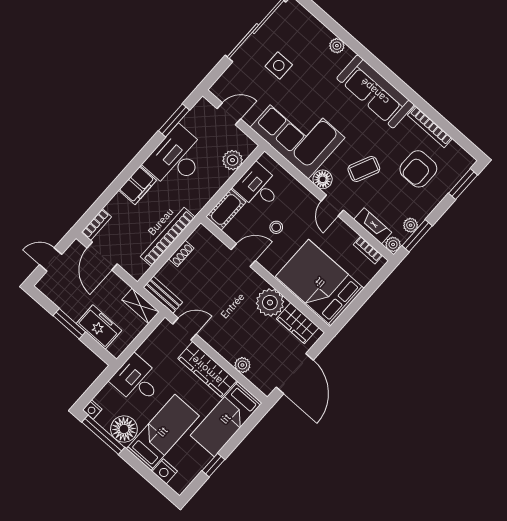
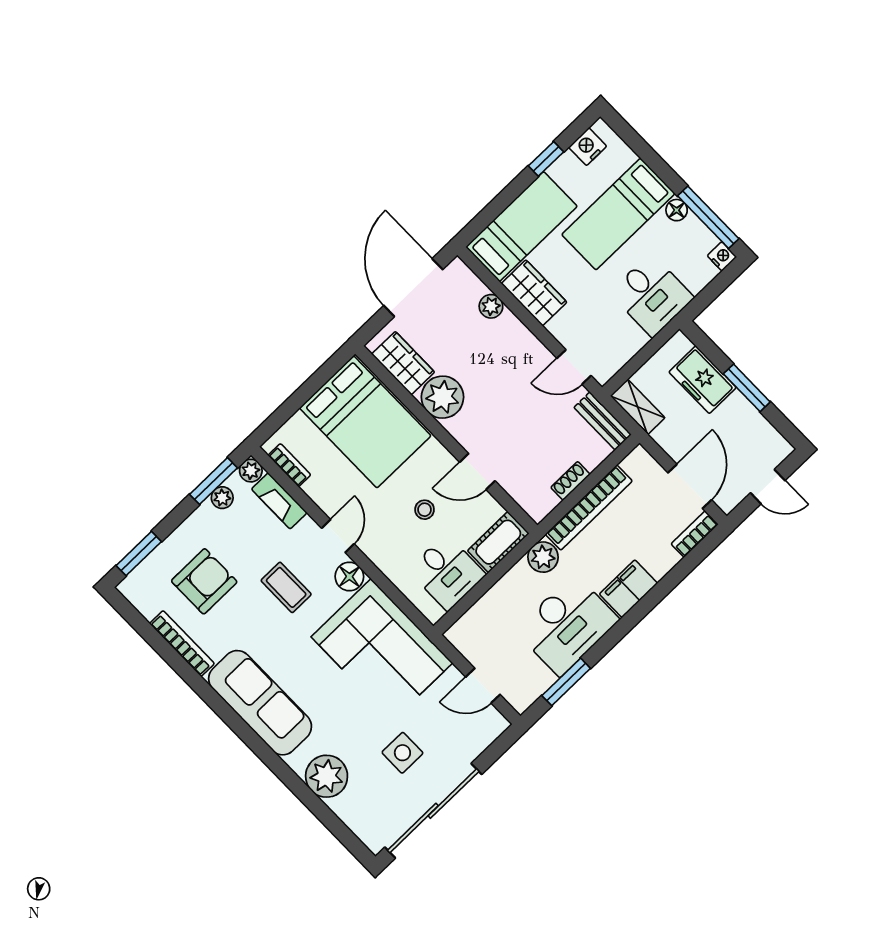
plant: (337, 46) -> (327, 776), width x1.87, depth x1.87
plant: (233, 160) -> (543, 557), moved
coffee table: (364, 169) -> (286, 587), turned 65
wardrobe: (207, 370) -> (534, 293), width x0.67
floor lamp: (124, 429) -> (677, 210), width x0.53, depth x0.53
nightstand: (165, 471) -> (588, 147), moved, turned -90

